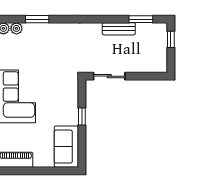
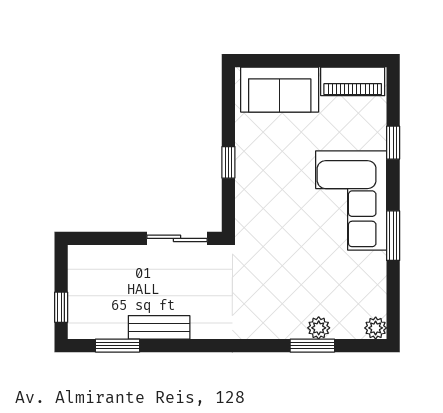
plant: (16, 28) -> (319, 328), moved
sofa: (66, 147) -> (280, 90), moved, turned 90

